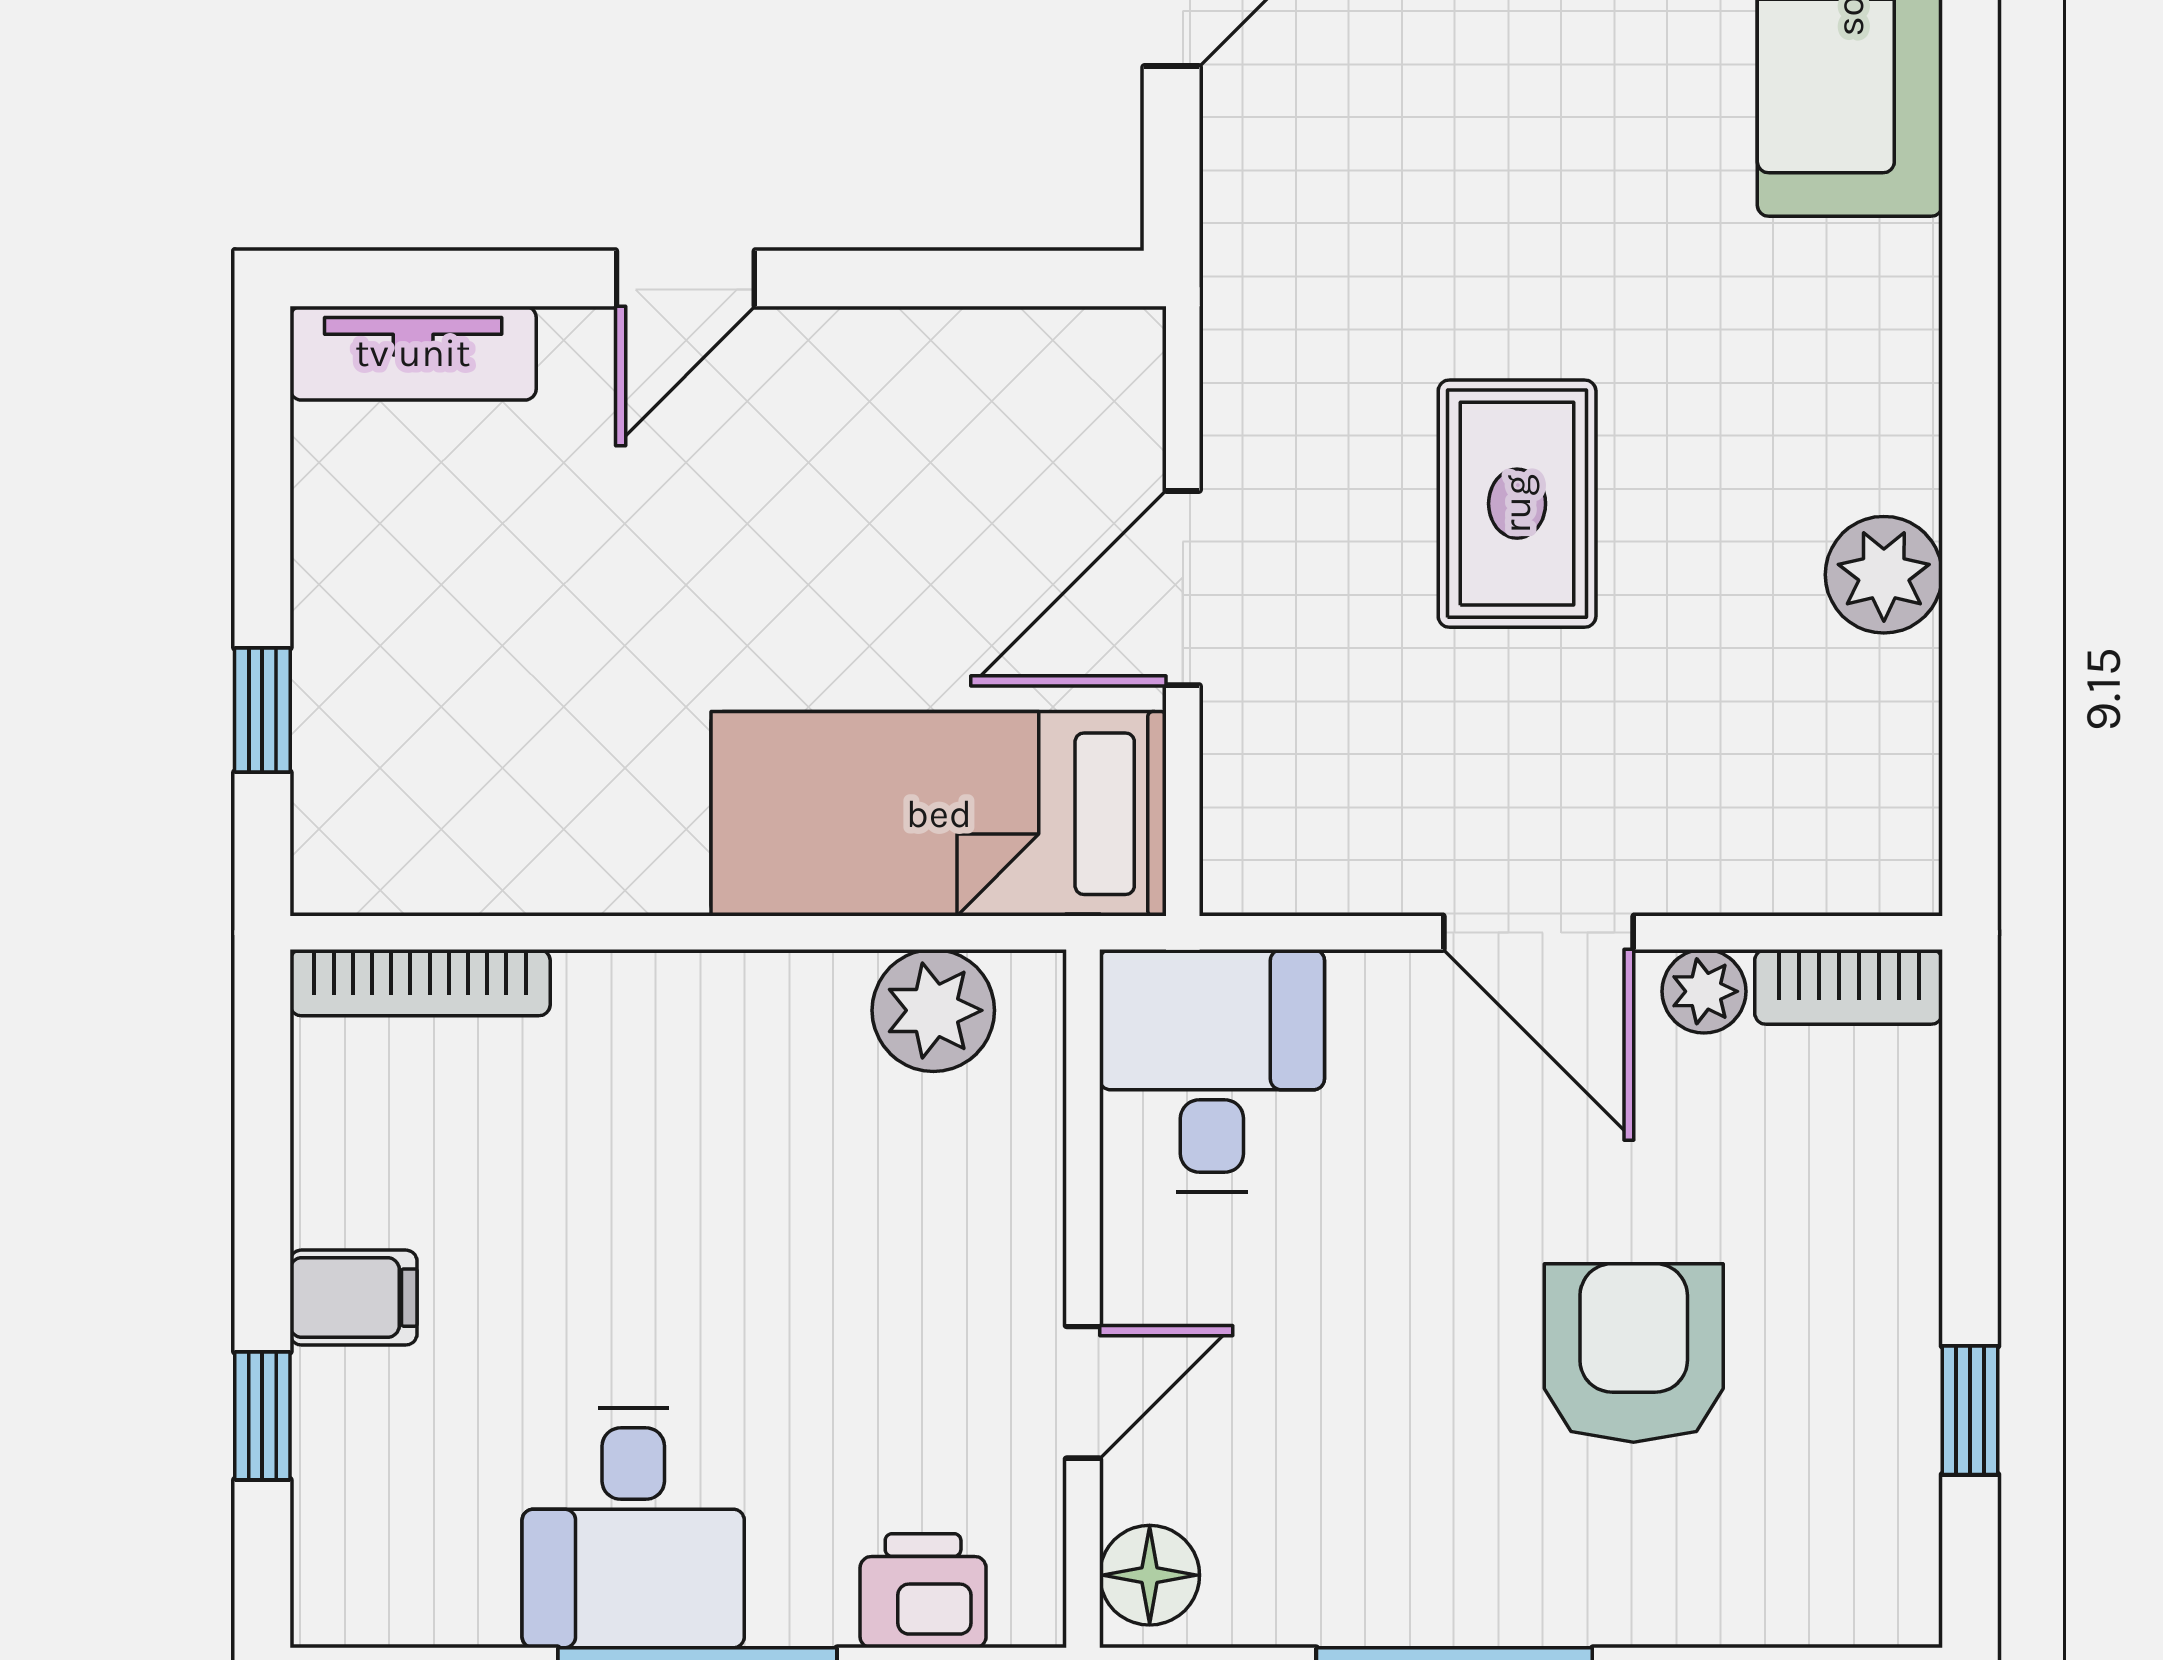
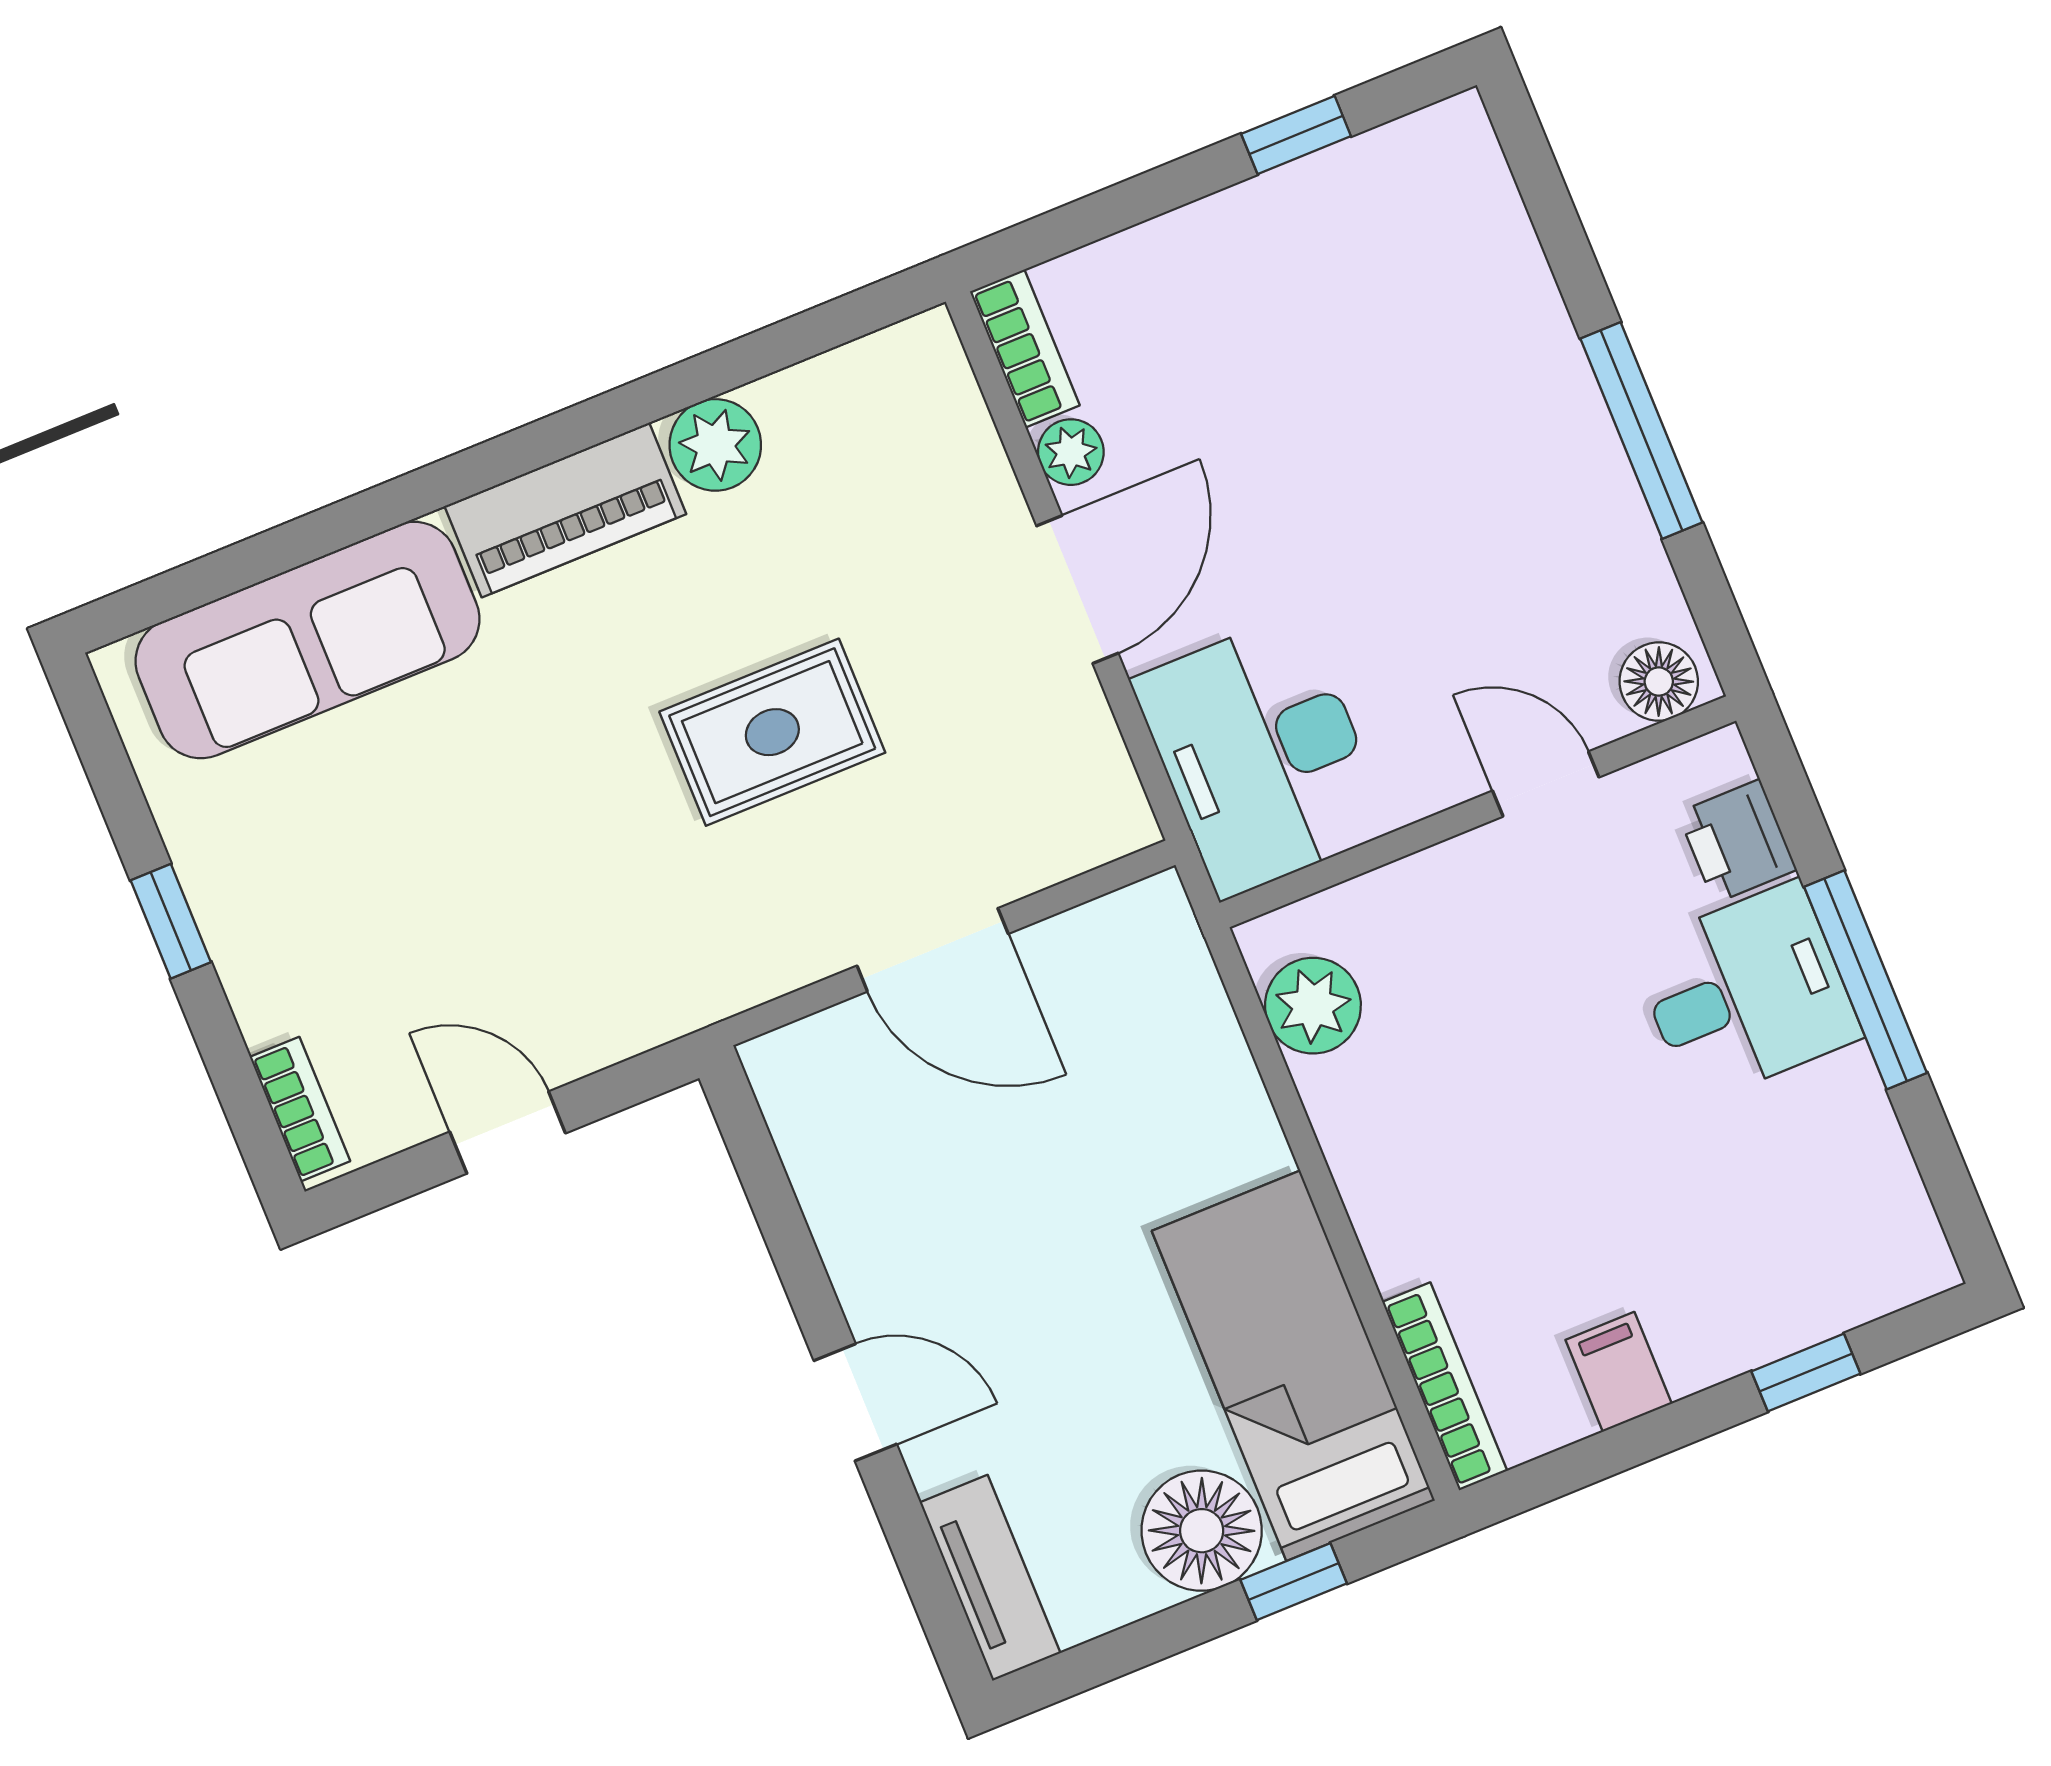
piano: (1879, 366) -> (565, 510), added
floor lamp: (367, 626) -> (1202, 1531), added
bed: (939, 814) -> (1293, 1366), moved, turned 180
desk: (1212, 1071) -> (1262, 755), width x1.37
filing cabinet: (354, 1298) -> (1619, 1372), moved
armchair: (1634, 1353) -> (1354, 396), removed
desk: (633, 1528) -> (1746, 992), moved

